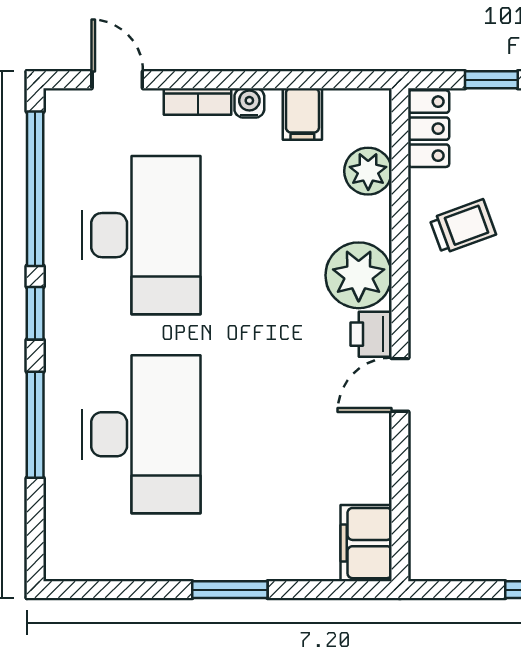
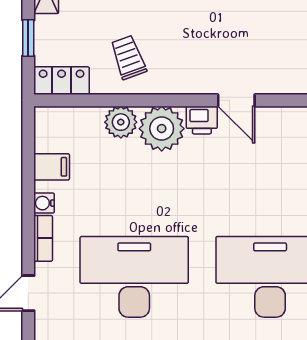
plant: (368, 171) -> (121, 122), moved

